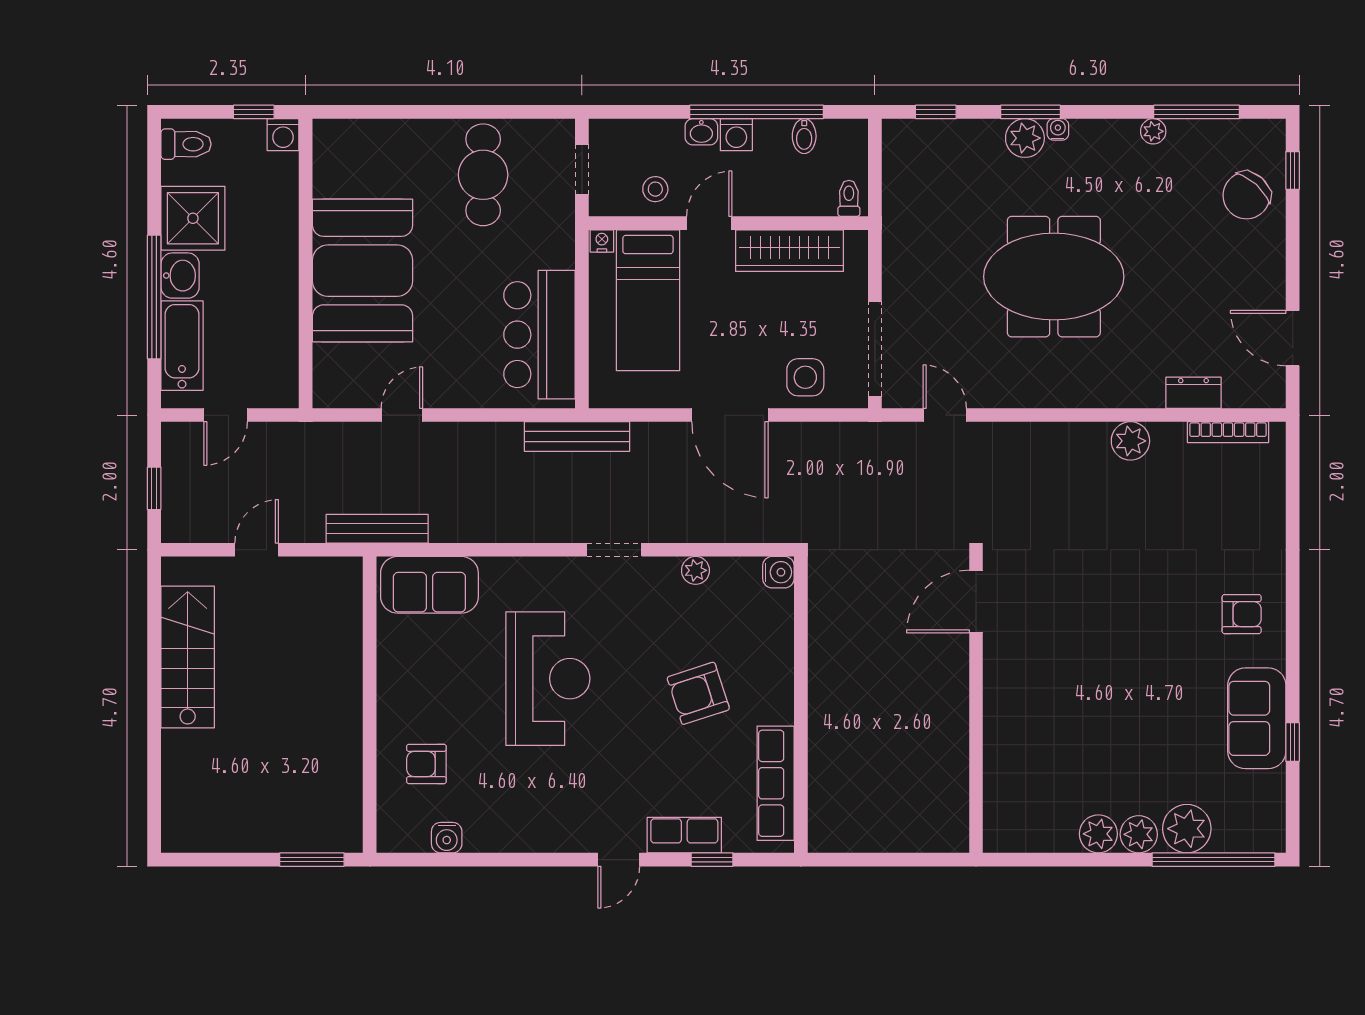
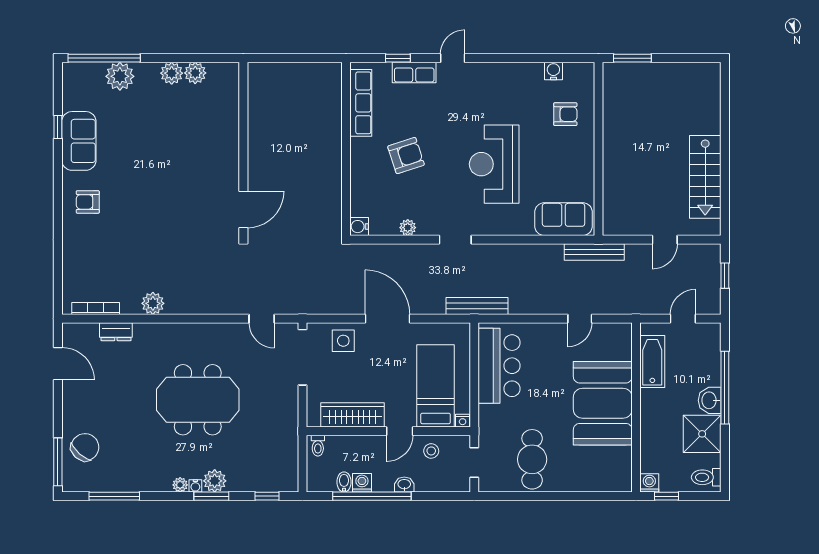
plant: (1153, 131) -> (180, 485), moved
washing machine: (736, 135) -> (362, 483), moved
window: (1293, 170) -> (58, 462), width x2.17
bathtub: (182, 346) -> (652, 362), moved, turned 180
plant: (1139, 834) -> (195, 73), moved

